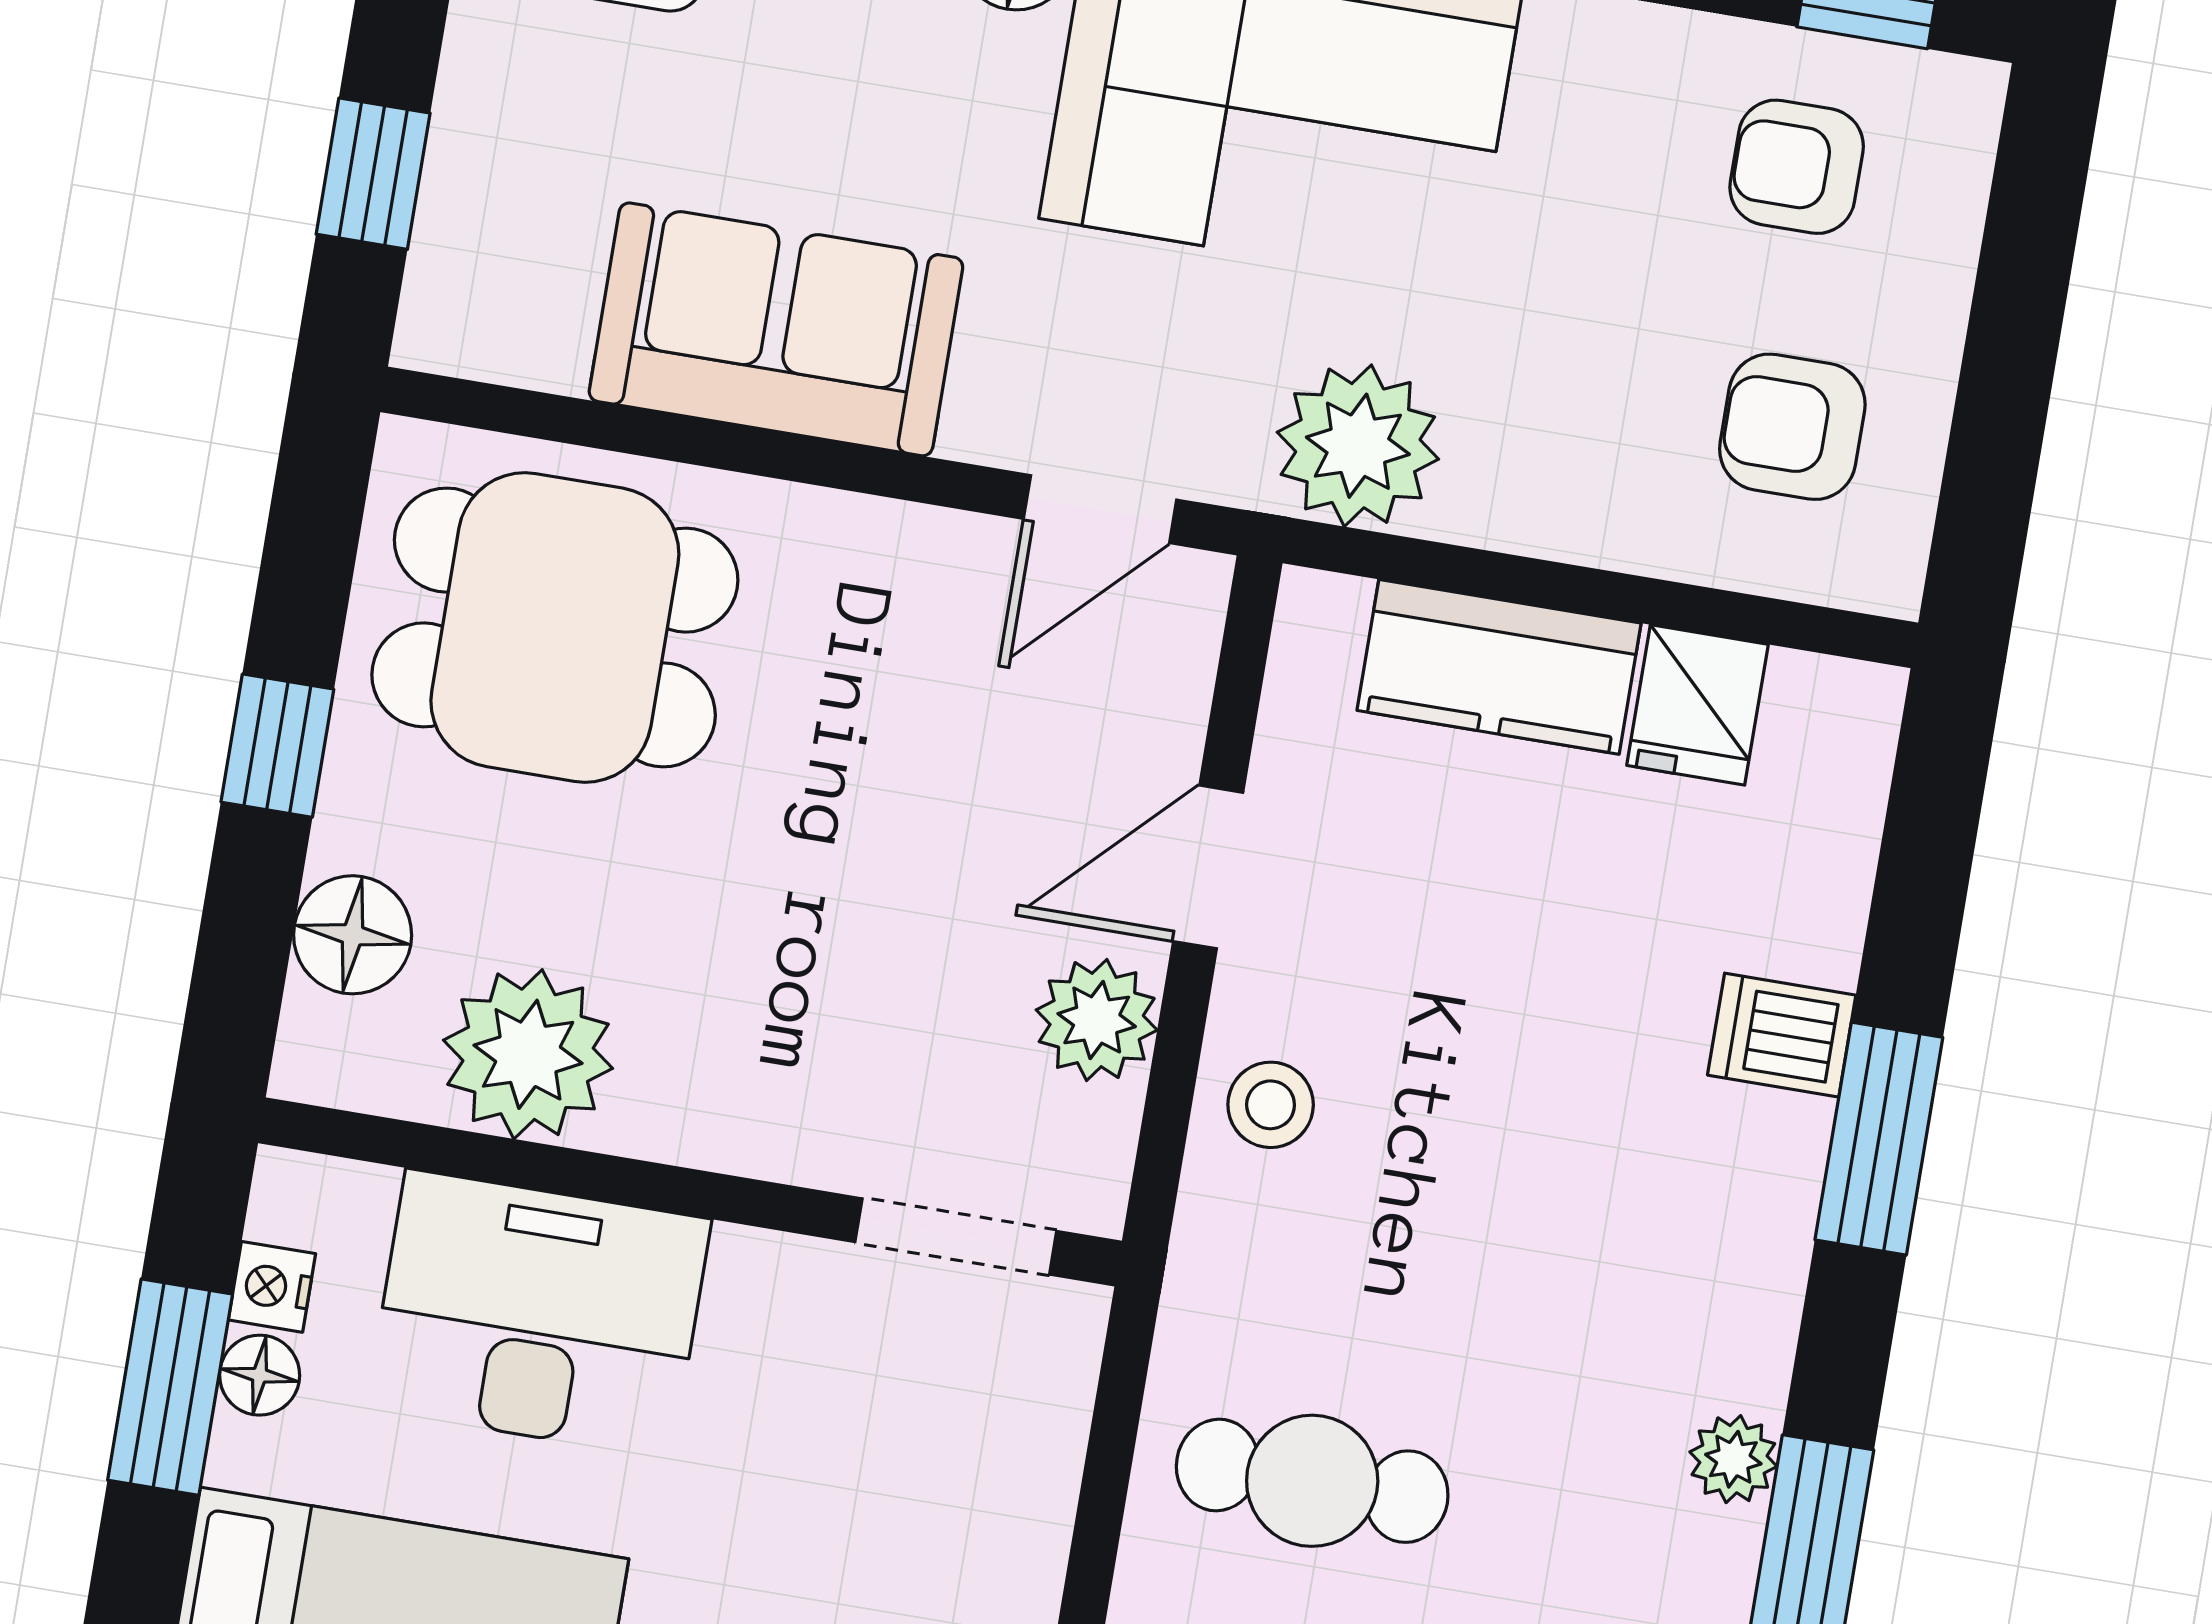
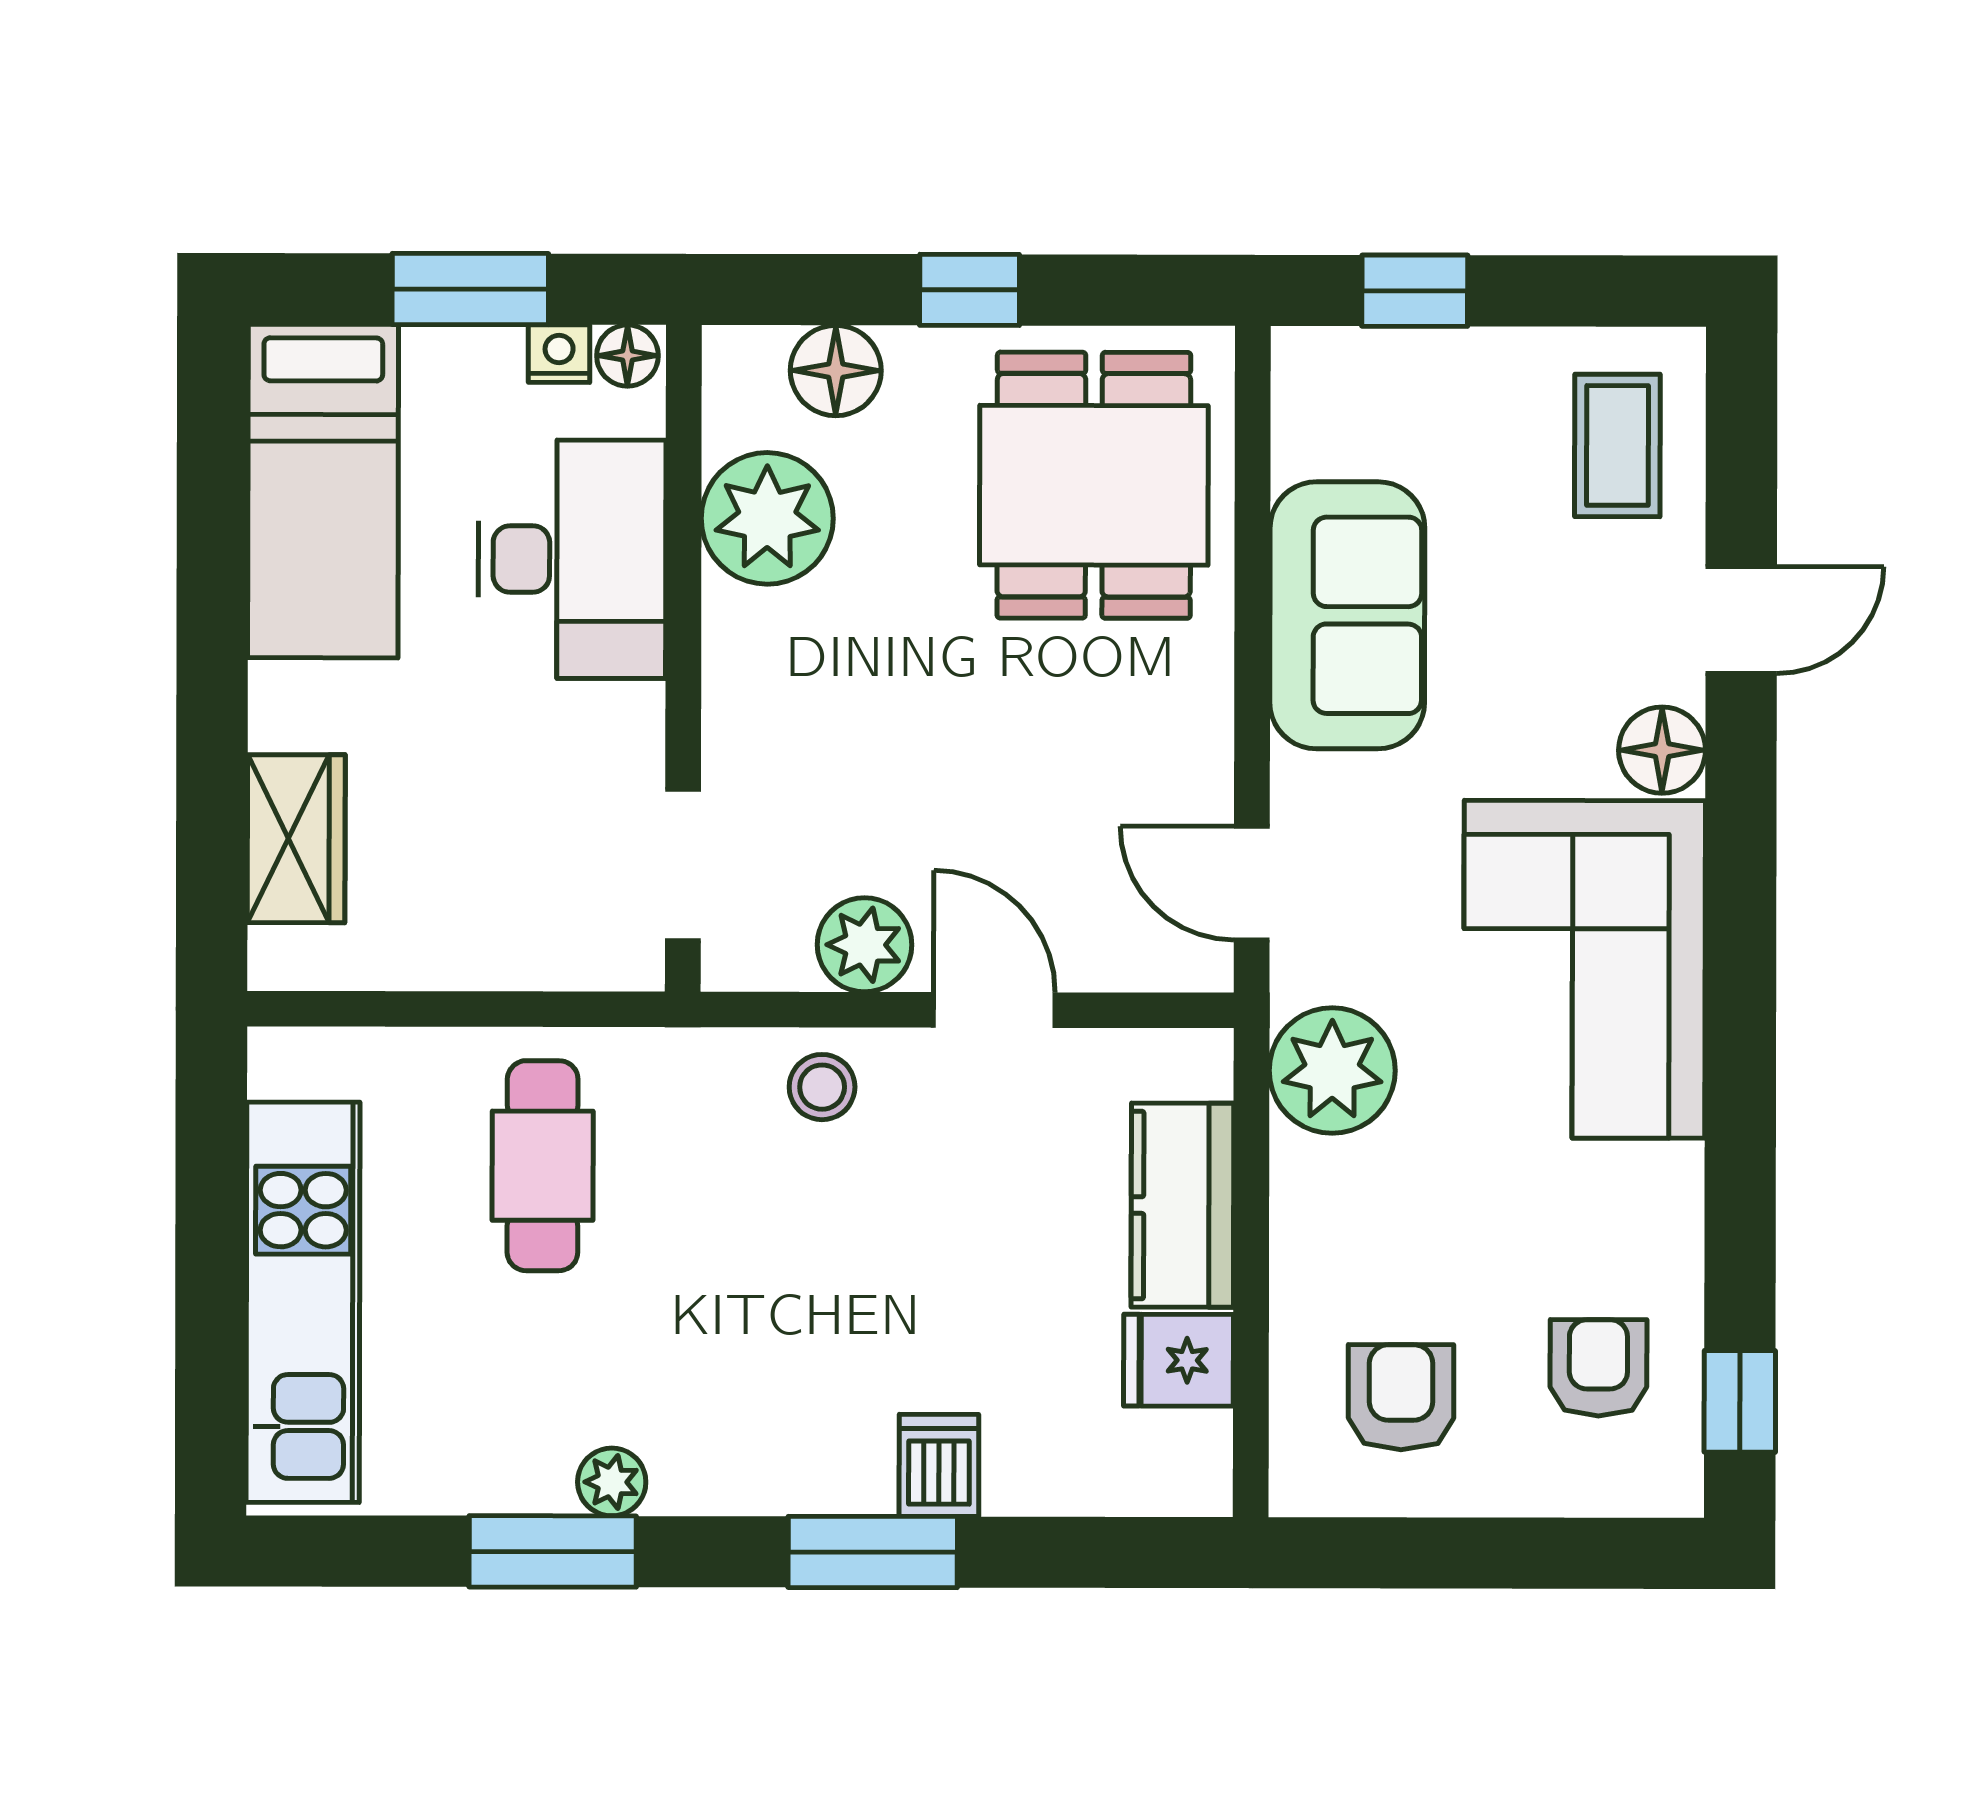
floor lamp: (260, 1375) -> (627, 356), moved

